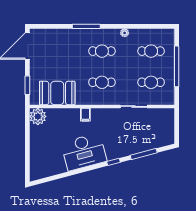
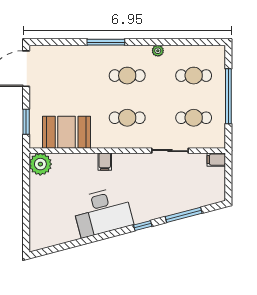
filing cabinet: (168, 113) -> (216, 160), added

